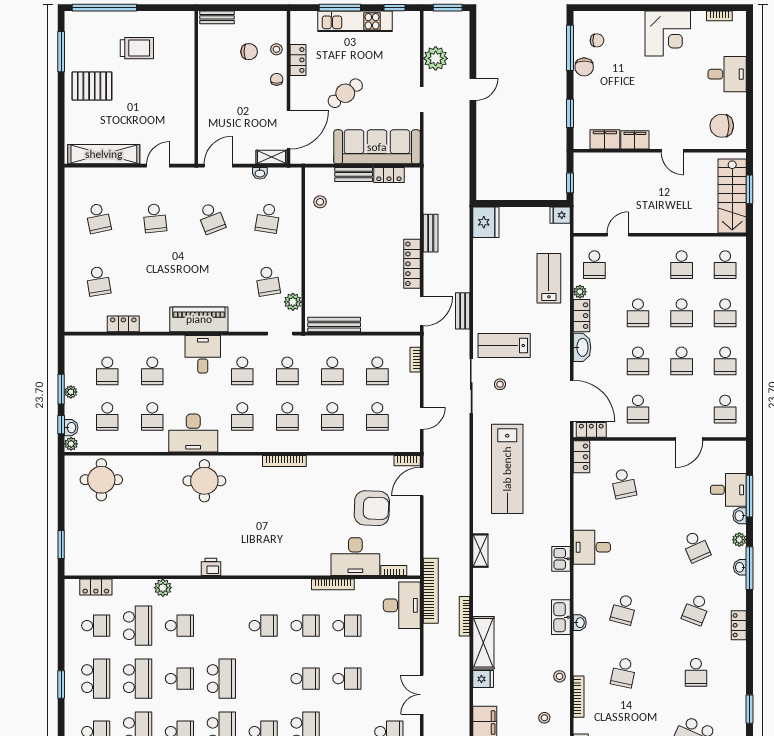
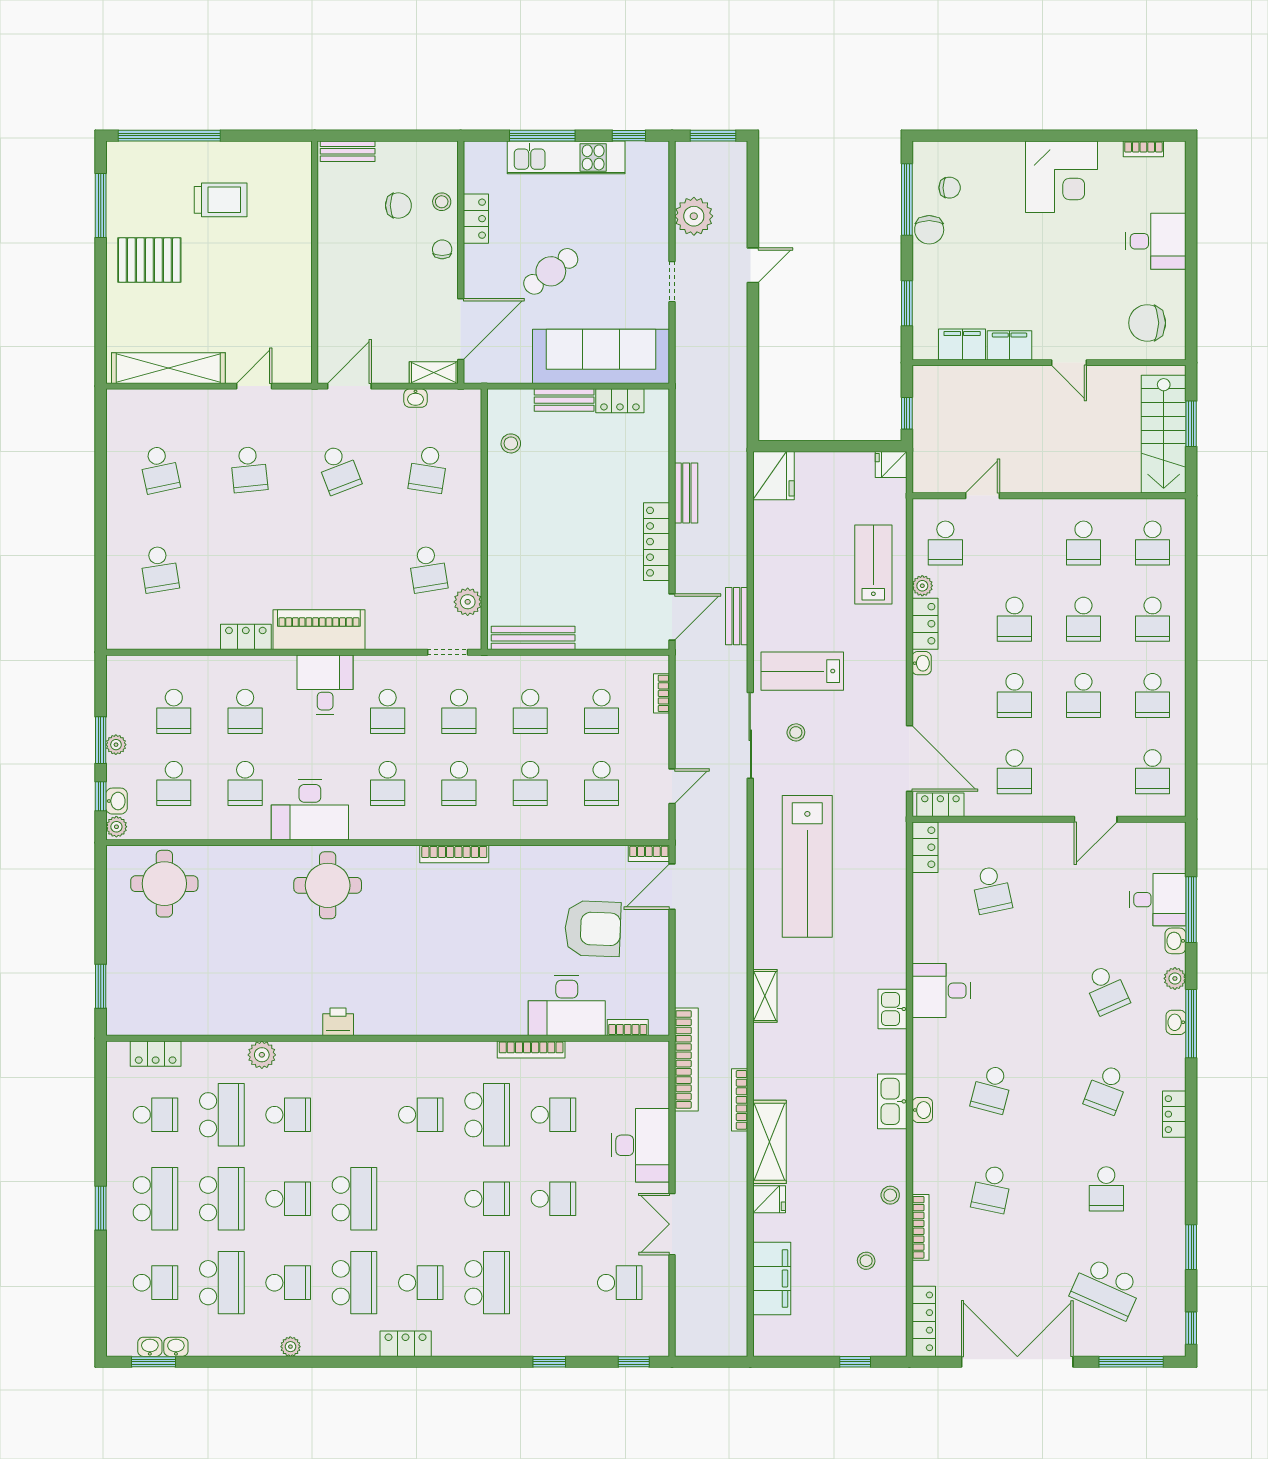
locker: (123, 324) -> (246, 637), moved
washbasin: (582, 347) -> (922, 663), width x0.52, depth x0.69
desk: (402, 605) -> (640, 1145), moved
school desk: (305, 626) -> (487, 1115), width x1.85

